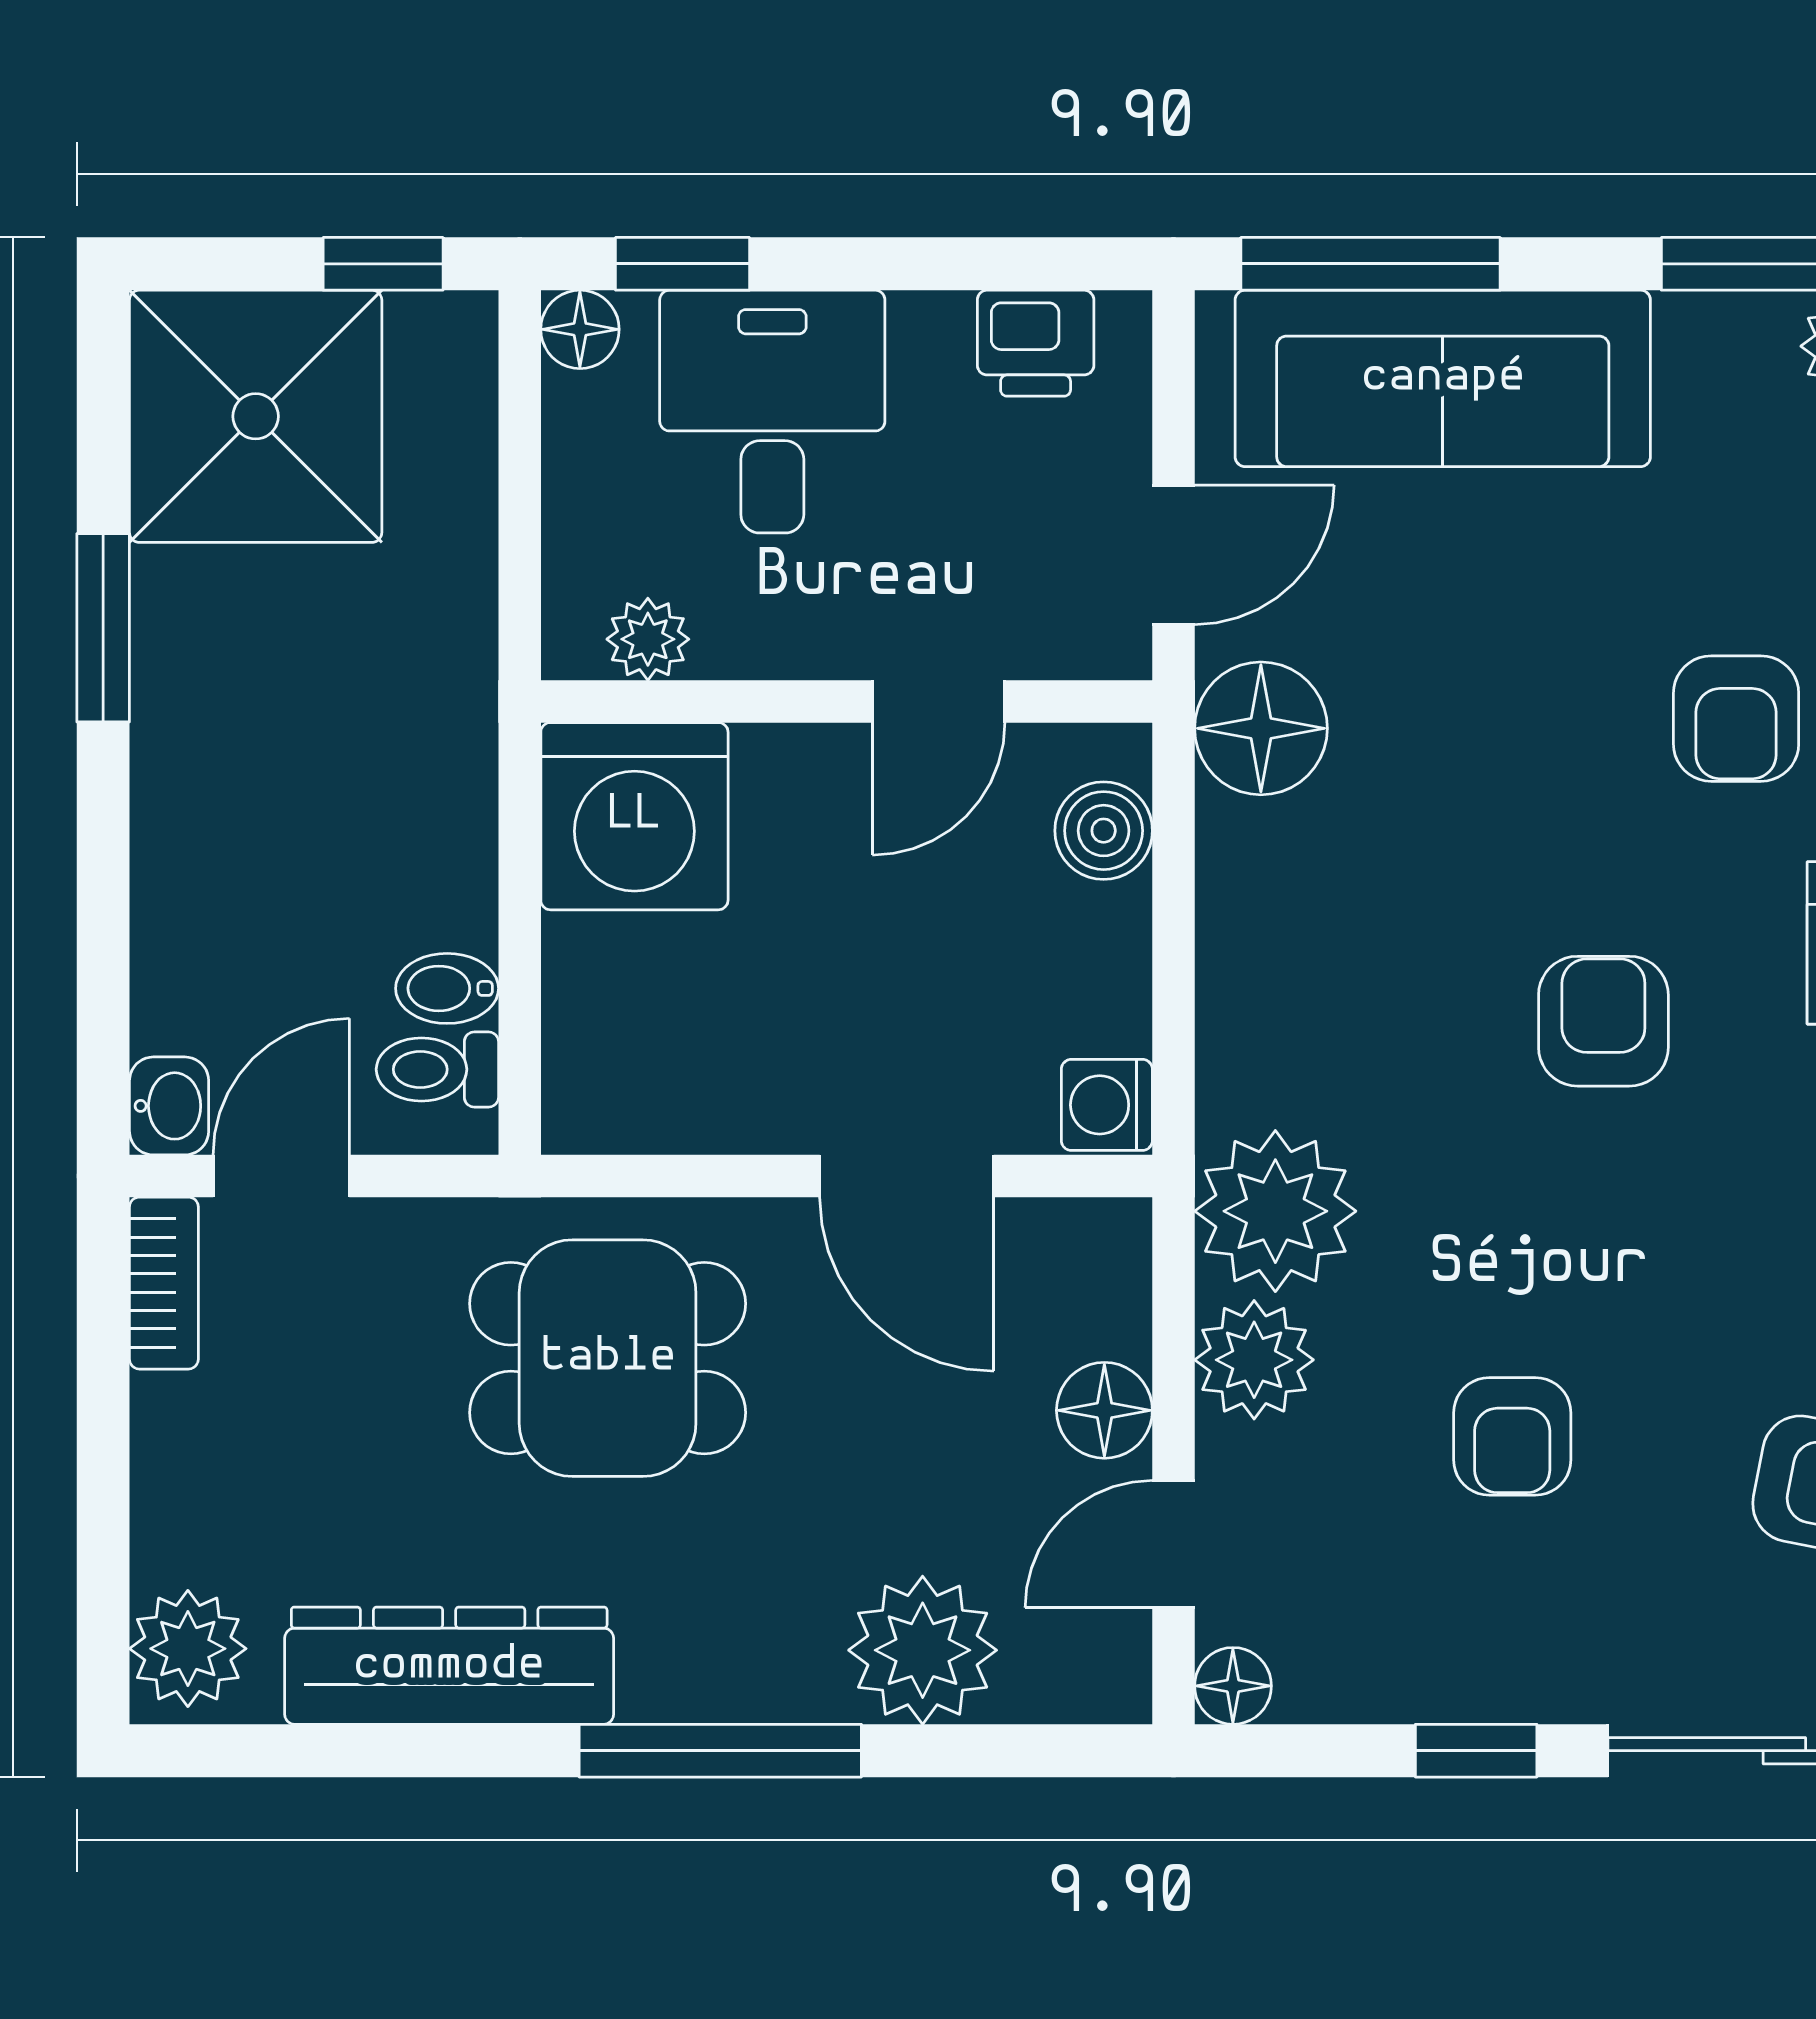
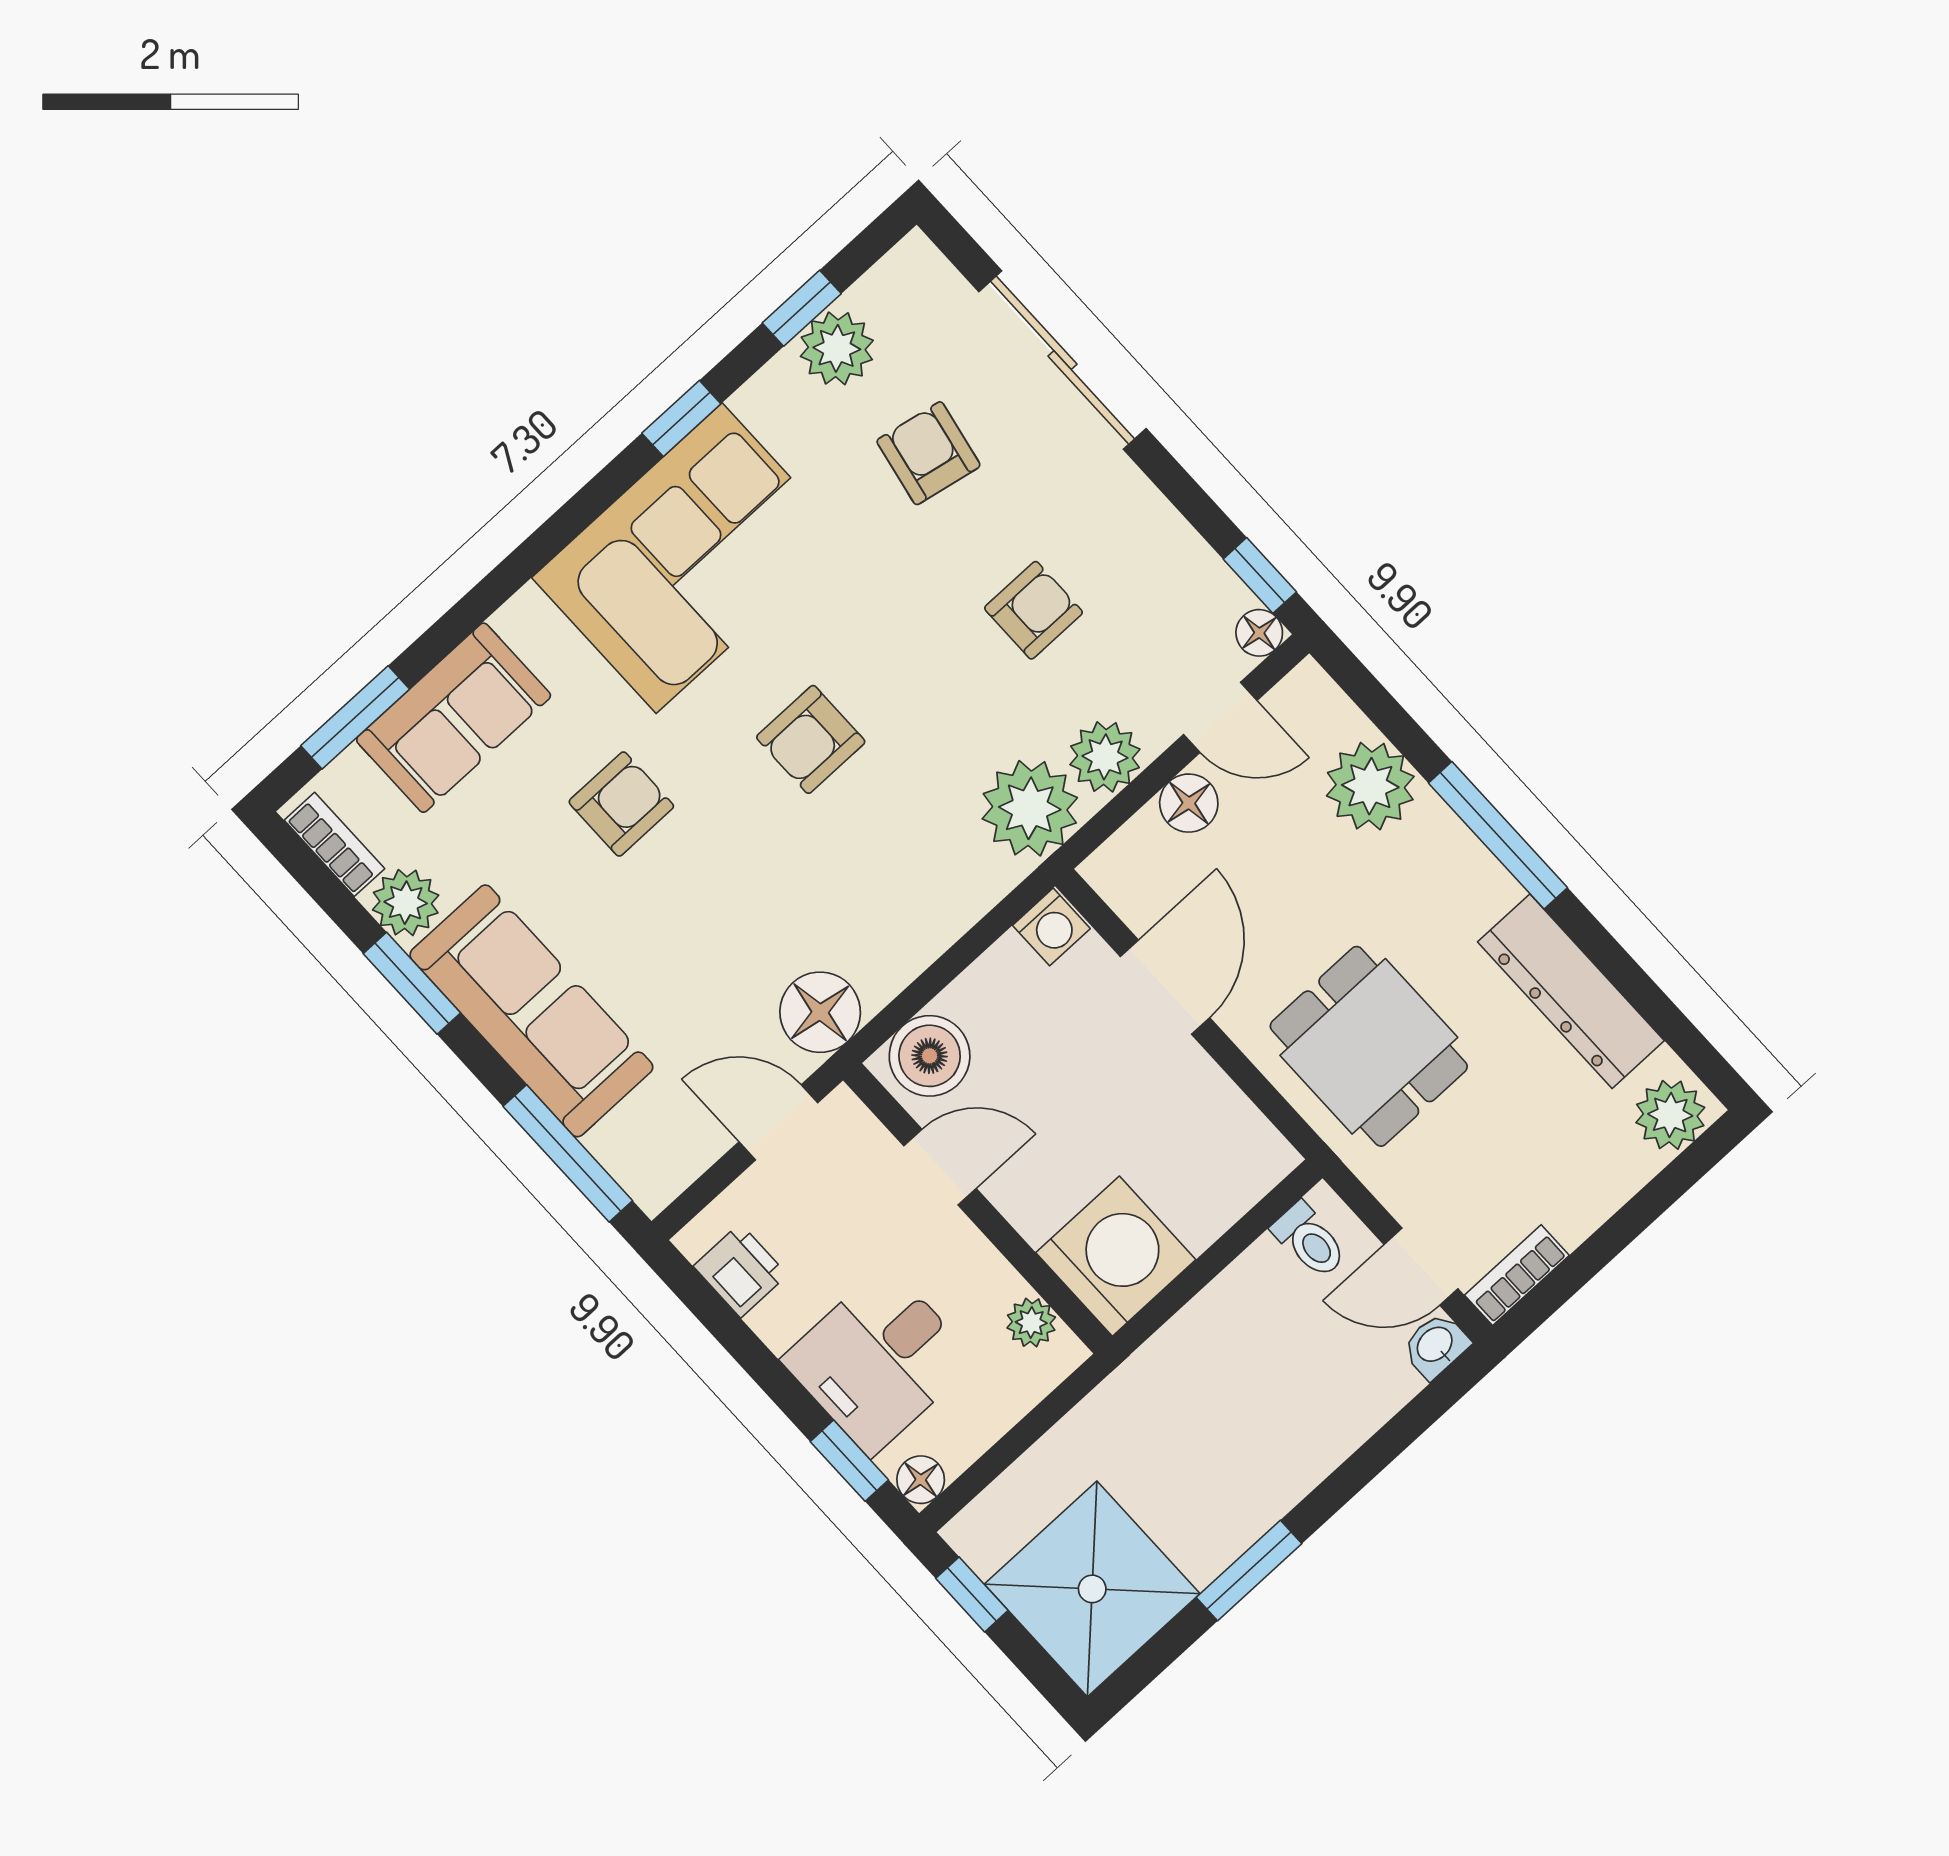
sofa: (1443, 378) -> (531, 1011), moved
boiler: (1104, 831) -> (930, 1056), width x1.36, depth x1.36
bidet: (447, 988) -> (1269, 1269), removed
window: (1476, 1751) -> (1260, 575), moved

